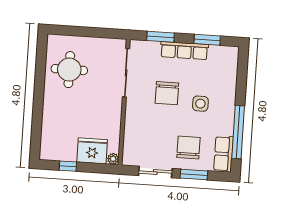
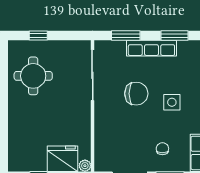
window: (77, 31) -> (38, 35), added
chair: (167, 93) -> (136, 94), turned -90
chair: (188, 147) -> (162, 149), width x0.54, depth x0.54

